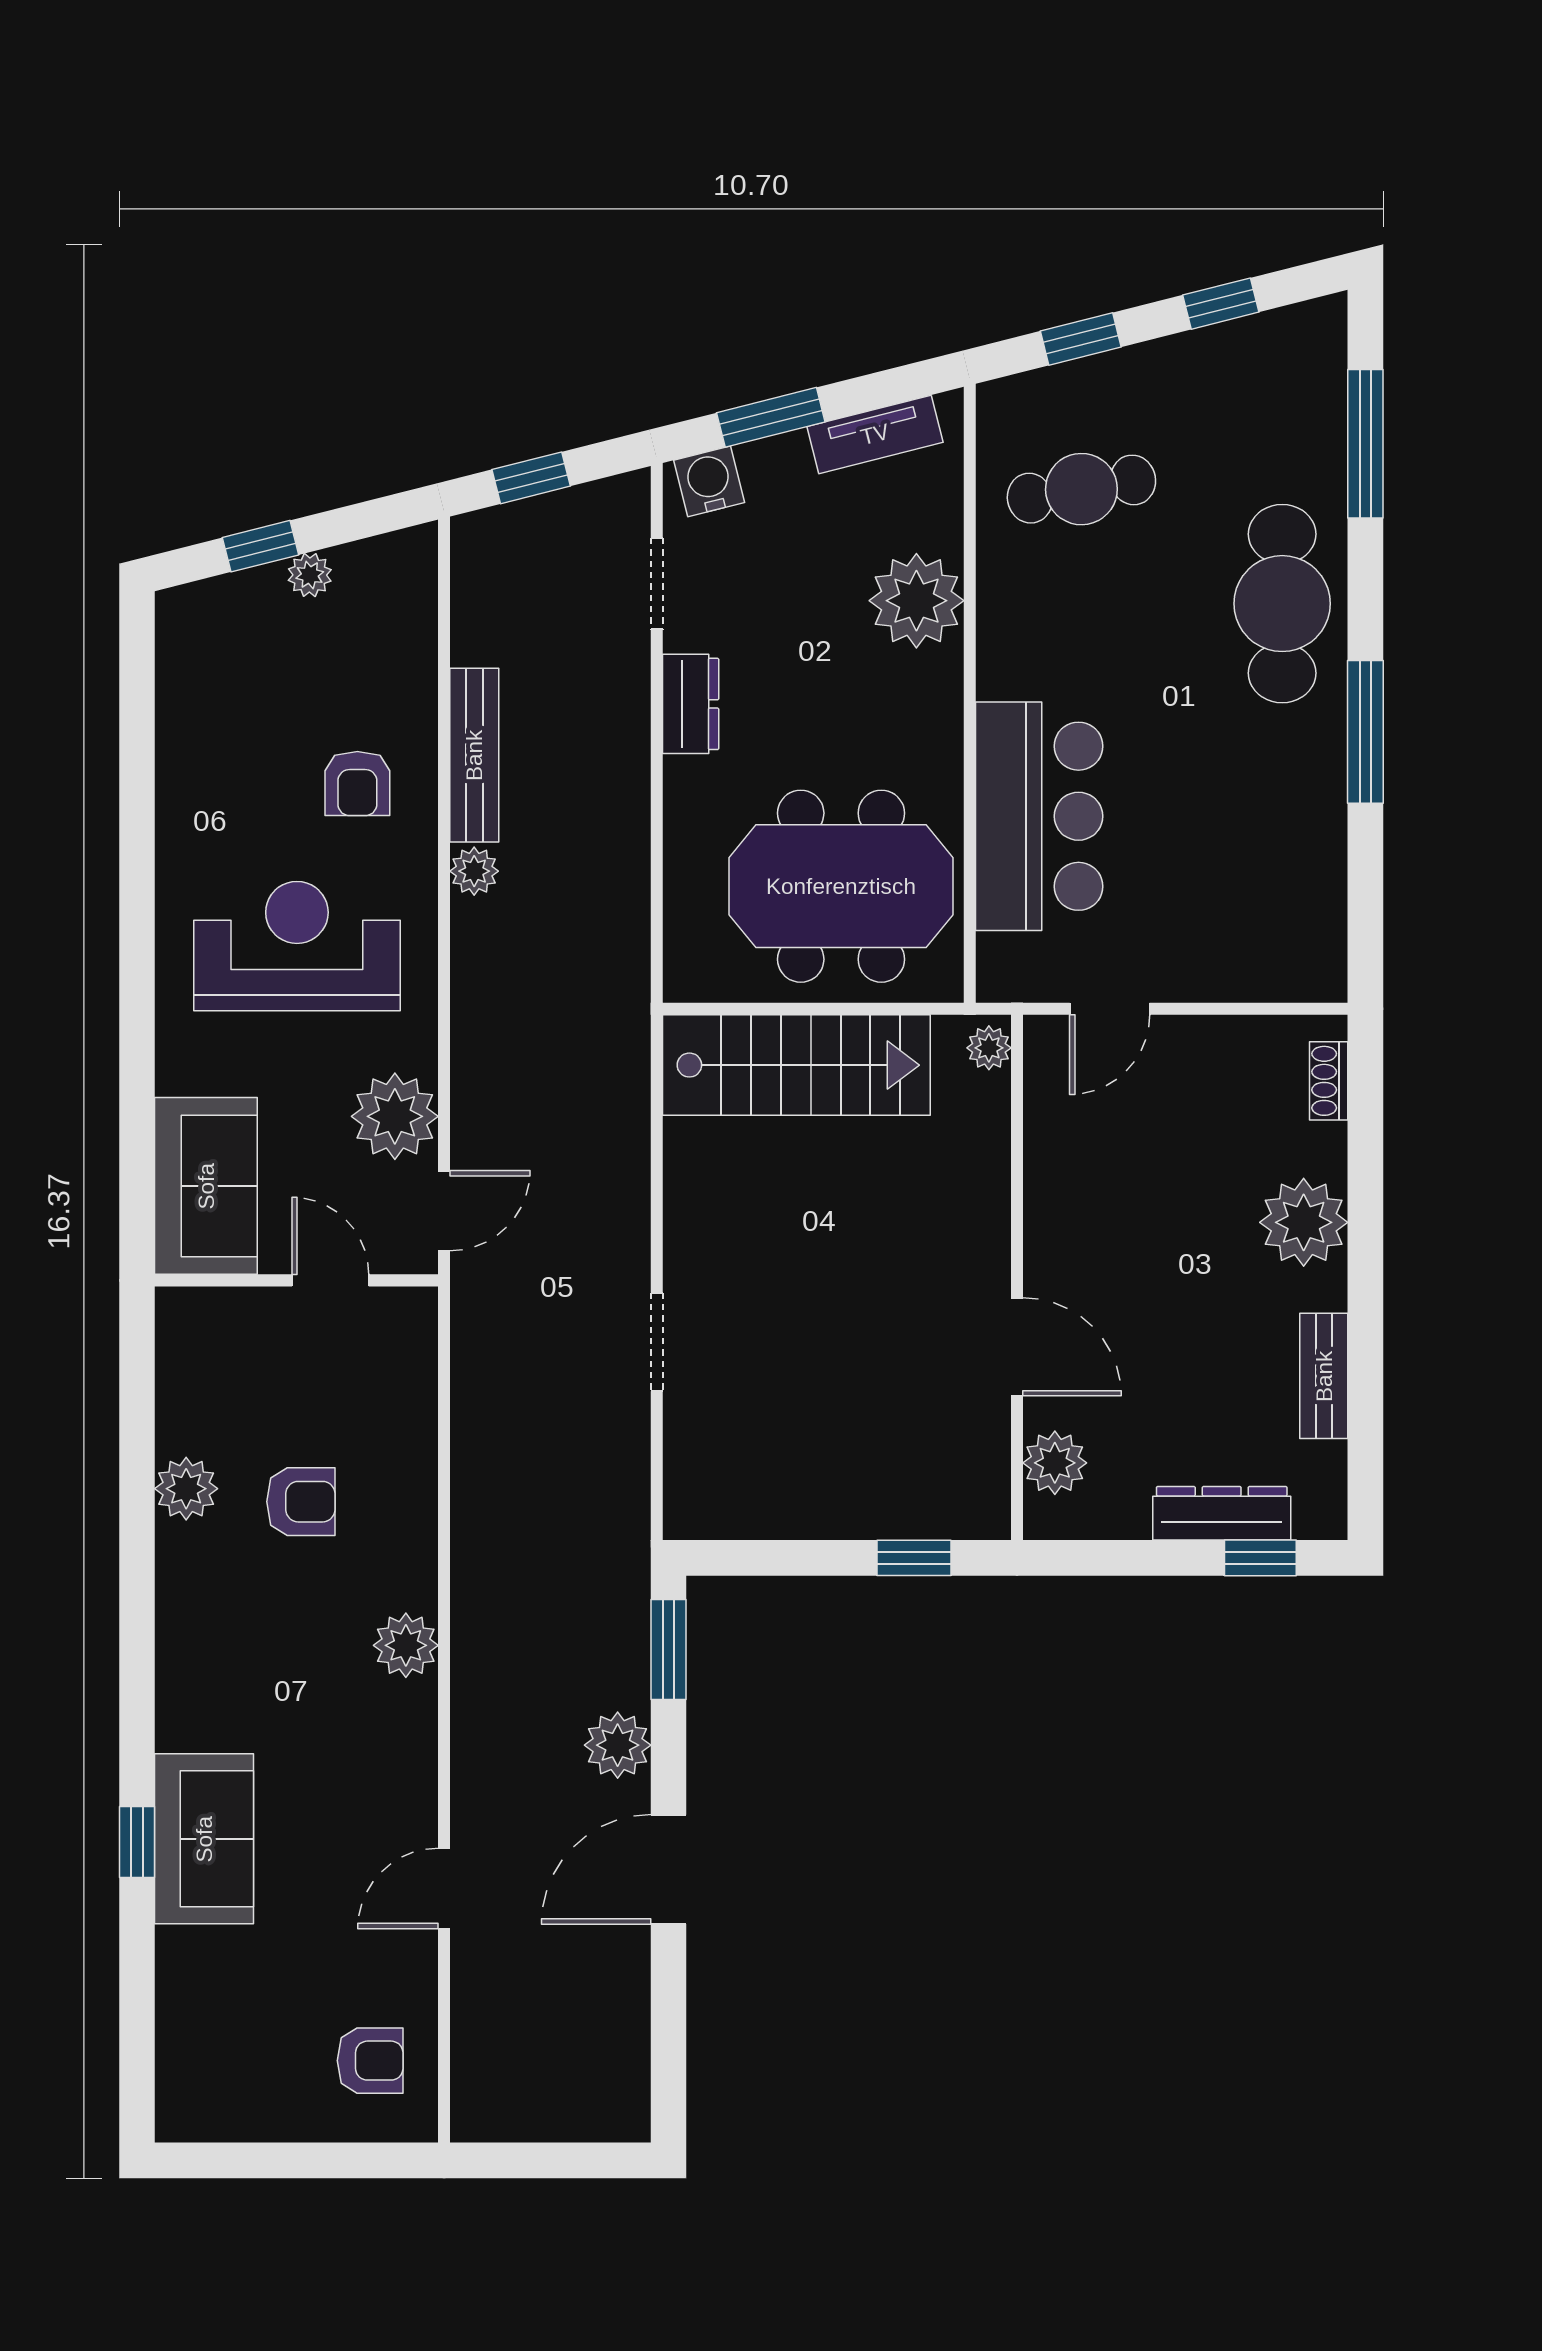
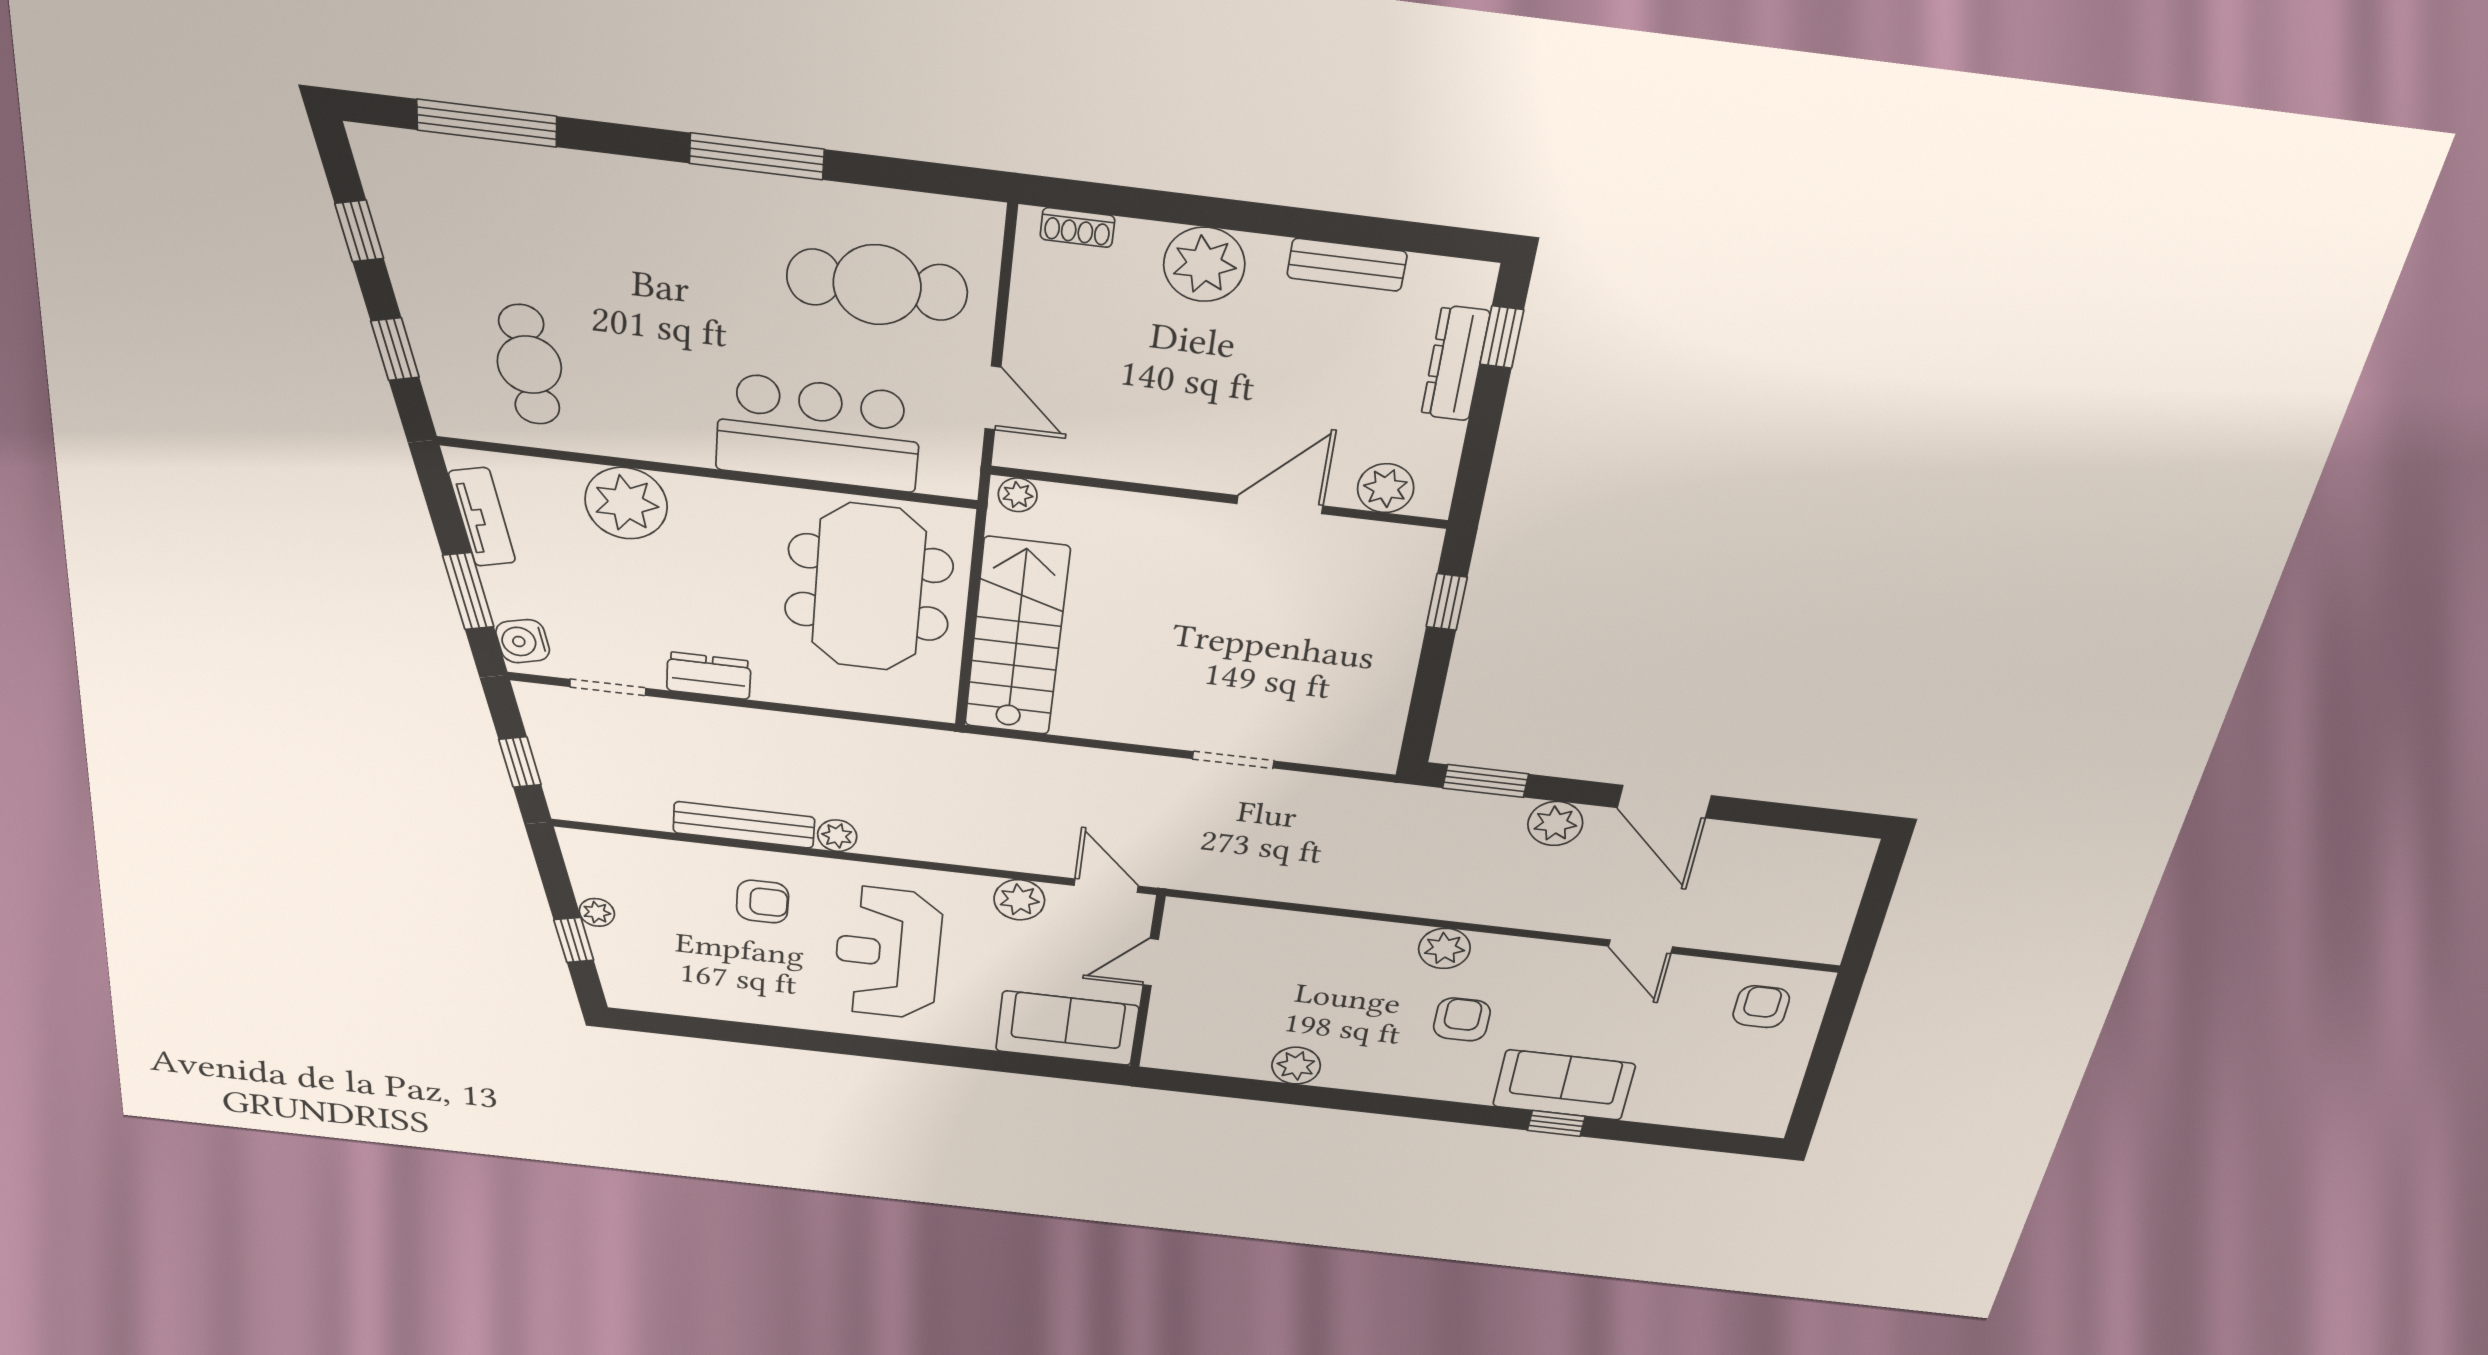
cafe table: (1282, 604) -> (877, 285), moved
plant: (395, 1116) -> (1019, 900), width x0.73, depth x0.73
armchair: (301, 1502) -> (1462, 1019), moved

